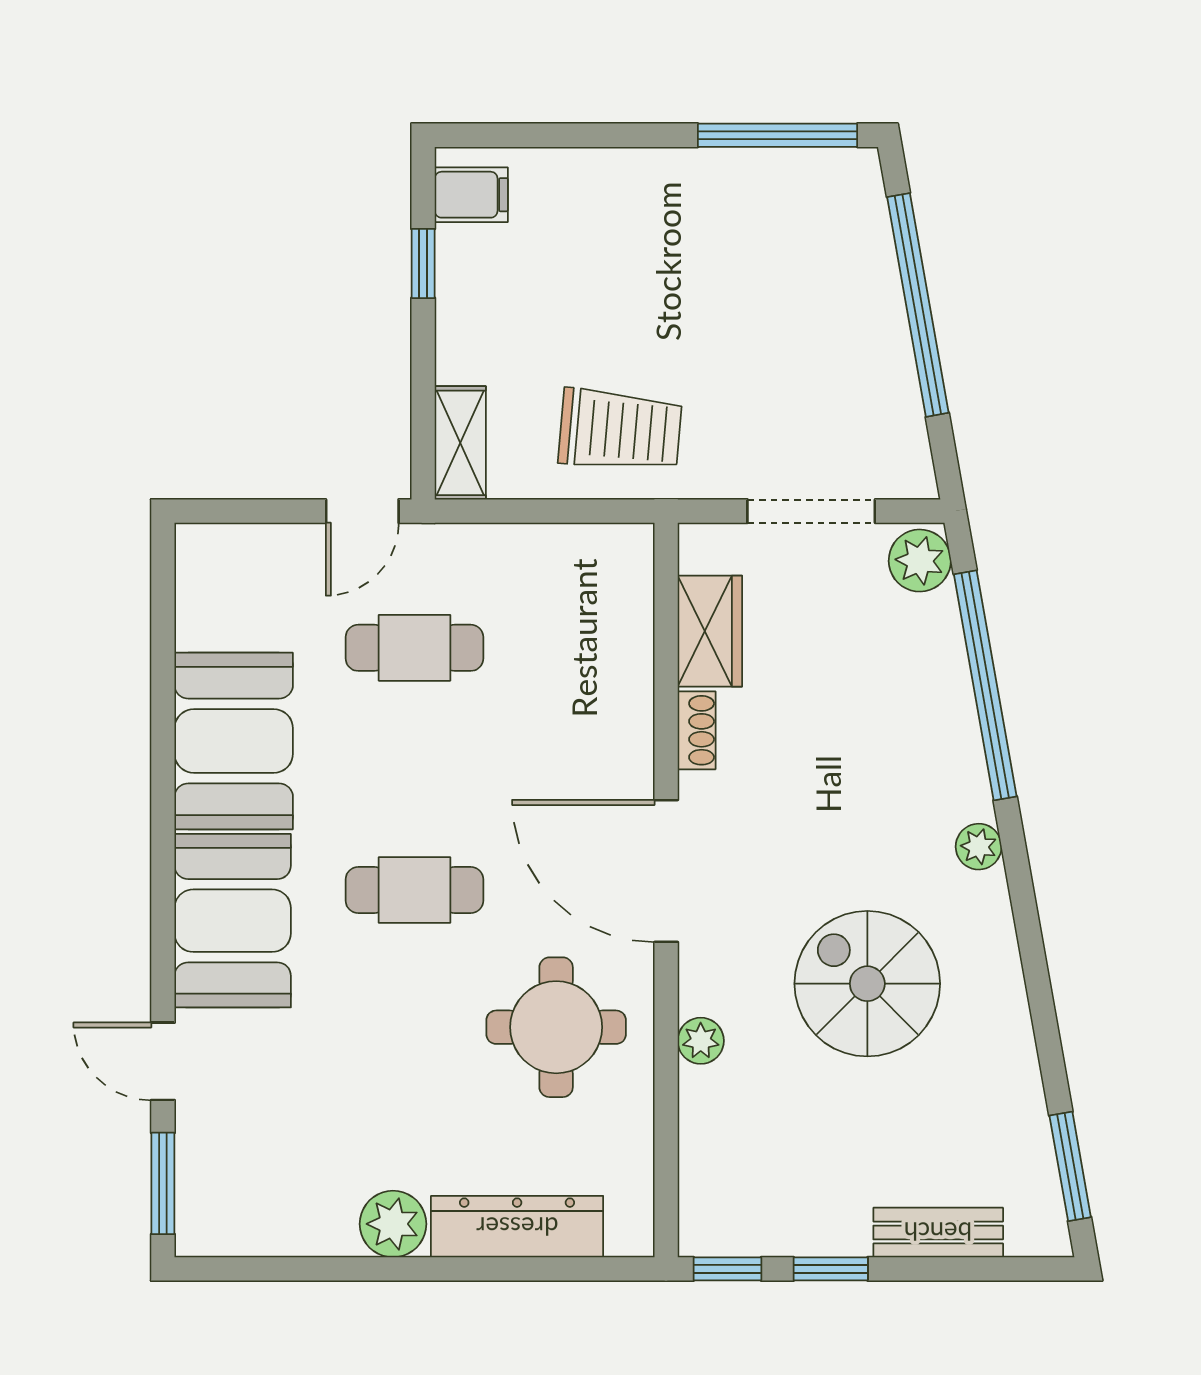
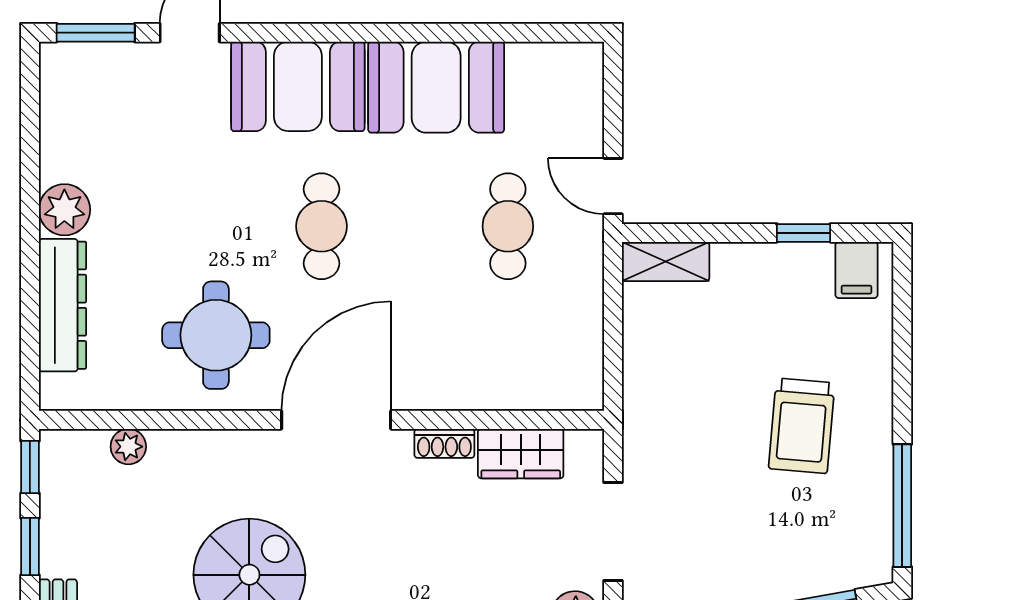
trolley: (620, 430) -> (802, 426), moved
plant: (701, 1041) -> (128, 447), moved

